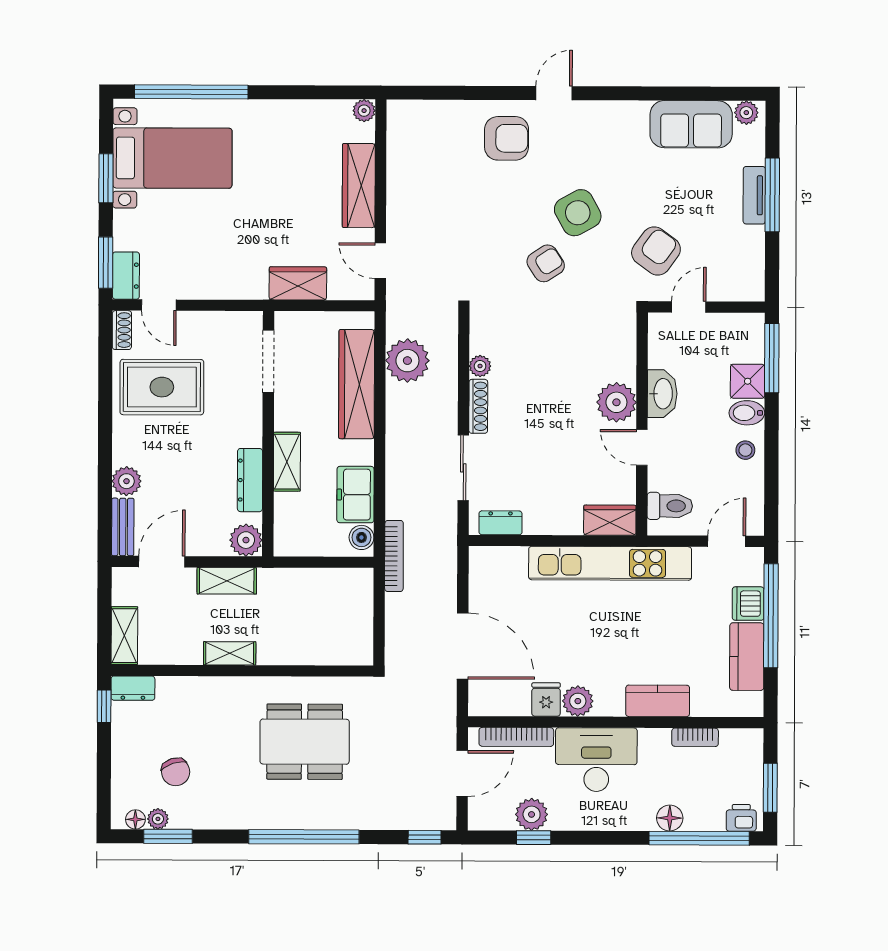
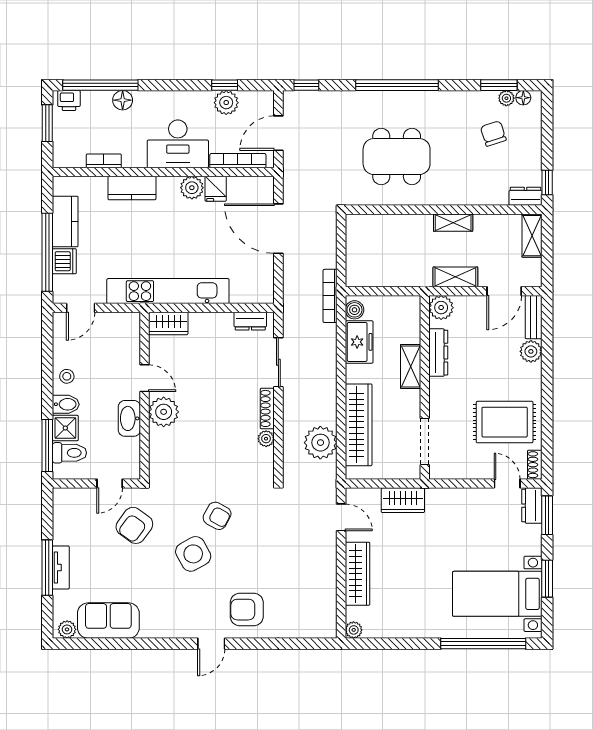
armchair: (546, 263) -> (217, 516), turned -118
toilet: (670, 506) -> (69, 453), moved, turned 180

